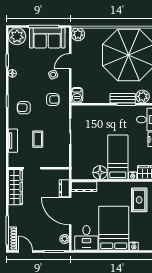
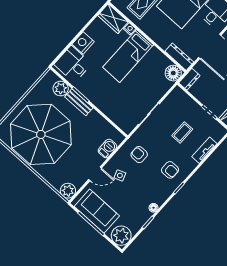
barbecue: (77, 95) -> (107, 149), moved
floor lamp: (100, 172) -> (173, 73), moved
dresser: (64, 188) -> (189, 79), moved

